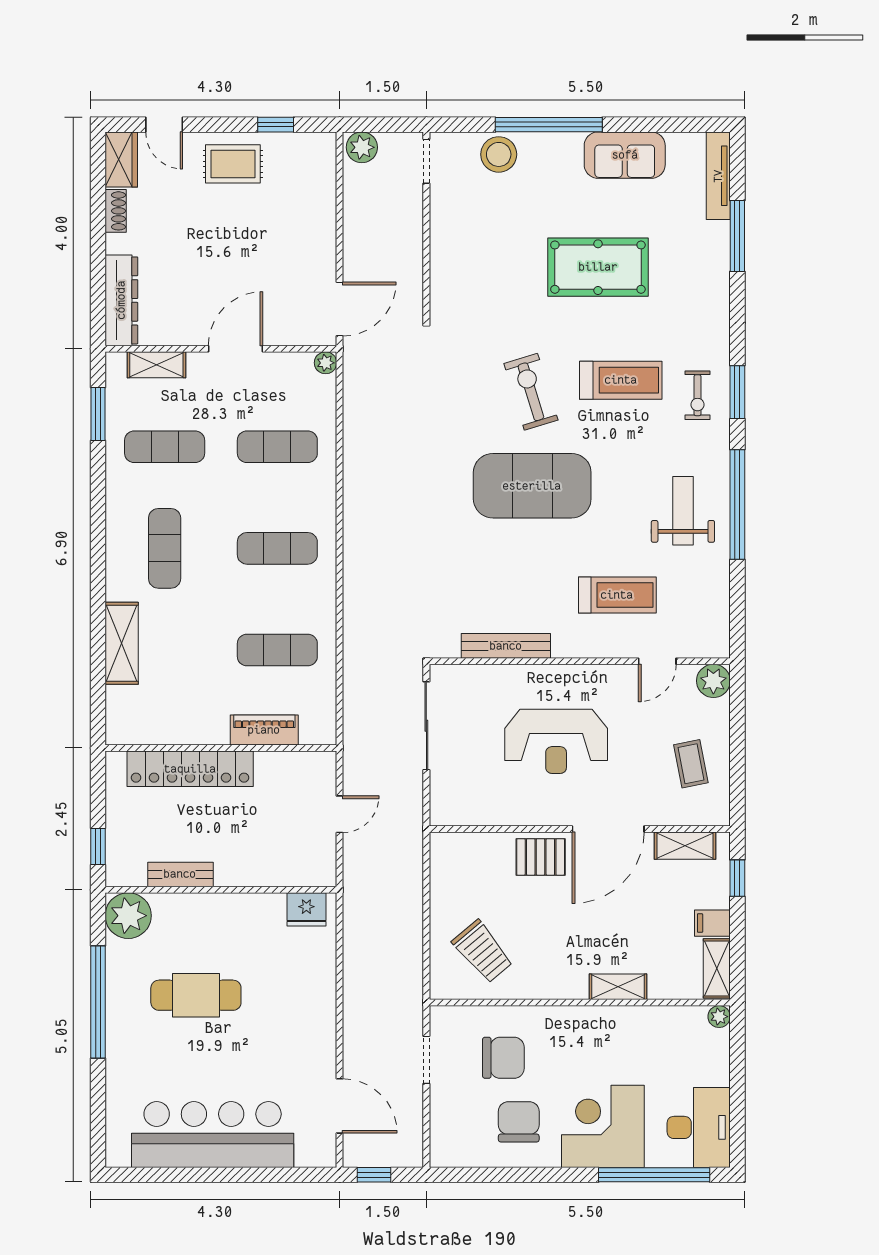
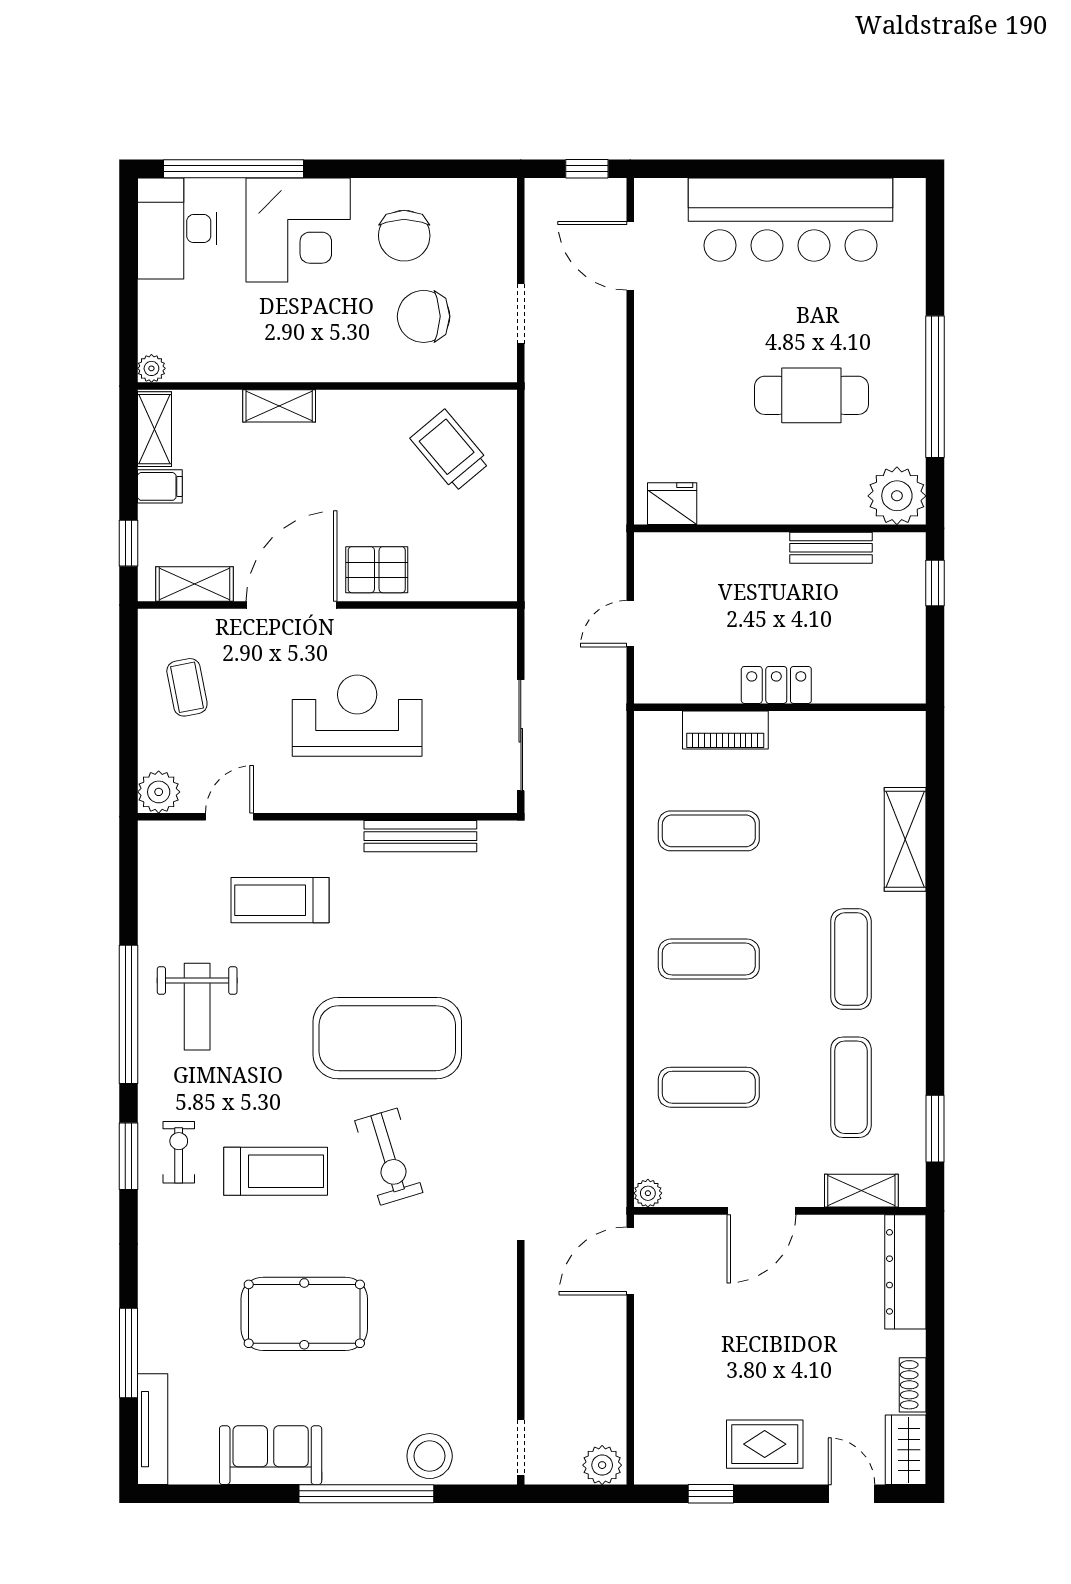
treadmill: (621, 380) -> (276, 1171), turned 180
exercise mat: (165, 447) -> (851, 1087), turned 90
locker: (190, 769) -> (776, 685), width x0.46, depth x0.83

